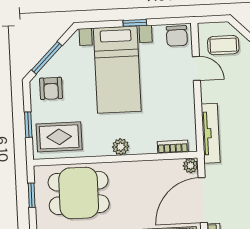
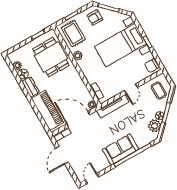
door: (196, 68) -> (131, 89), moved
plant: (121, 147) -> (78, 56), moved

